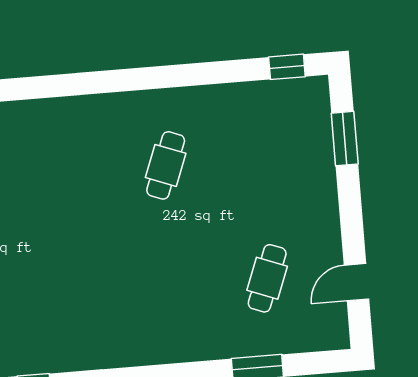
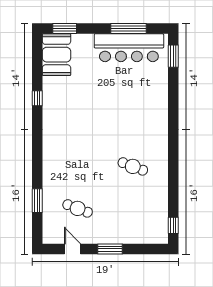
window: (345, 139) -> (110, 249), moved

